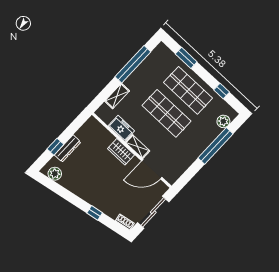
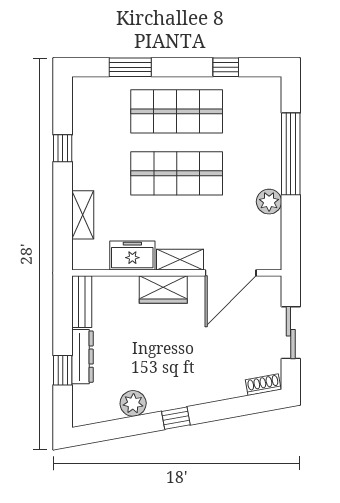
window: (133, 64) -> (63, 148), width x0.32
plant: (223, 121) -> (269, 202), moved
bench: (86, 128) -> (82, 302), added
plant: (55, 174) -> (133, 403), moved
sliding door: (153, 212) -> (291, 333), width x0.73
window: (95, 213) -> (176, 418), moved

